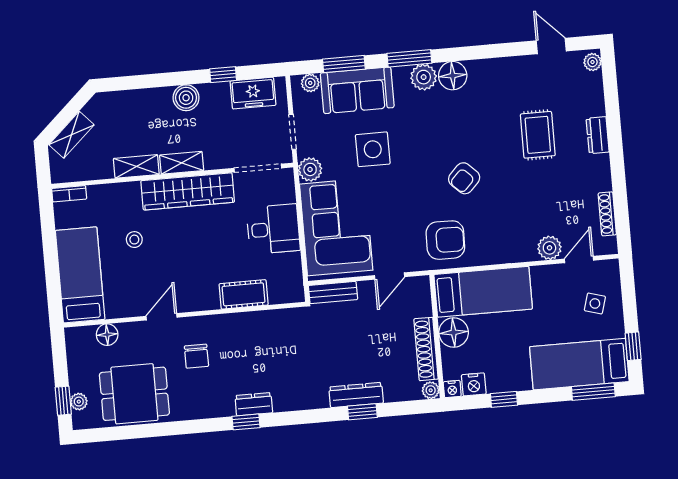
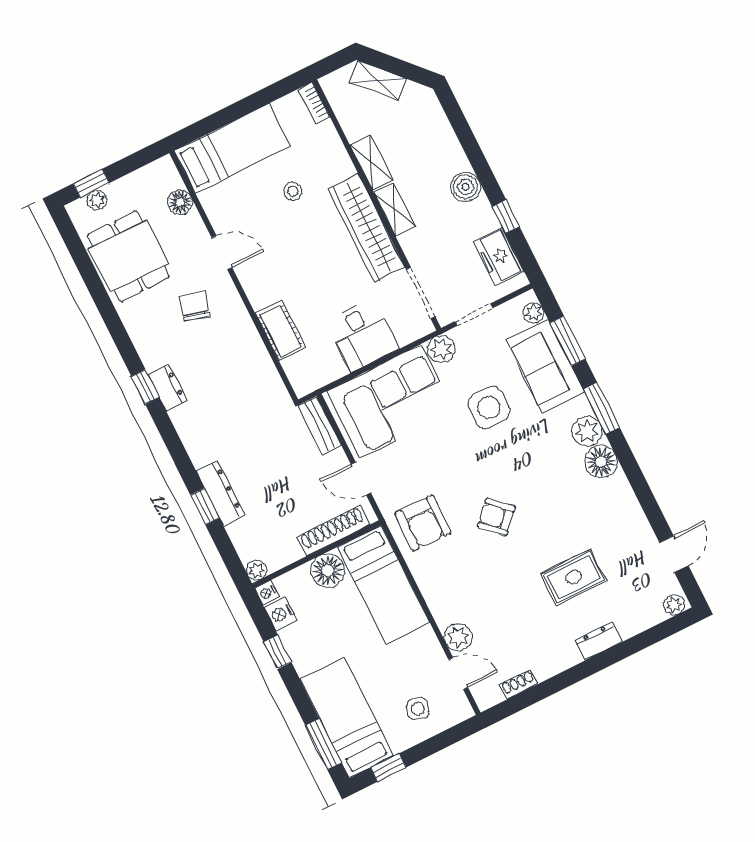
shoe rack: (607, 214) -> (519, 684), width x0.70
shoe rack: (426, 349) -> (333, 531), moved
chair: (196, 356) -> (195, 306), turned 106

